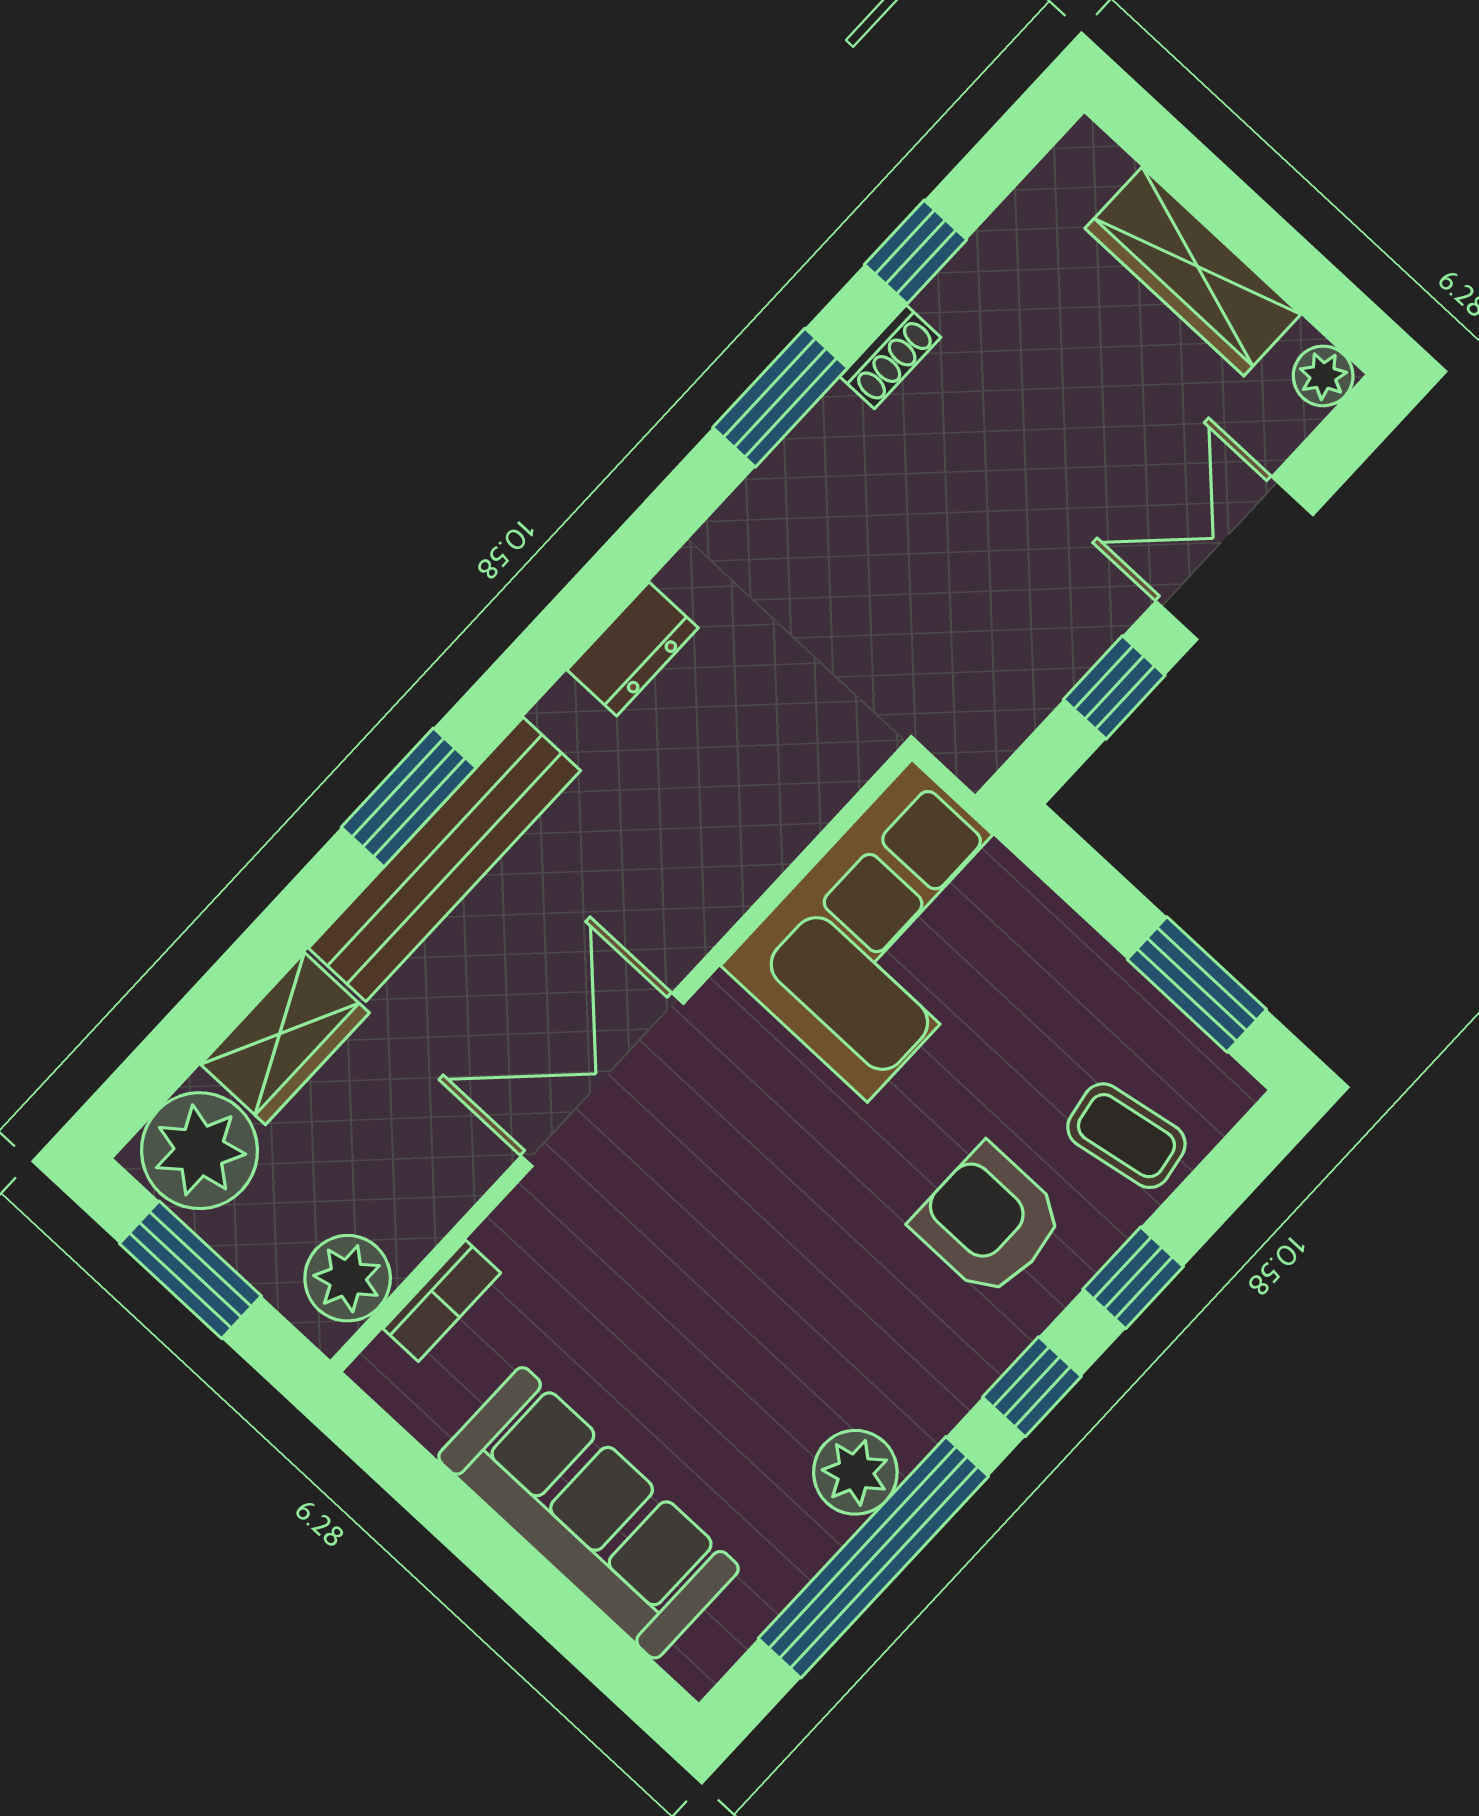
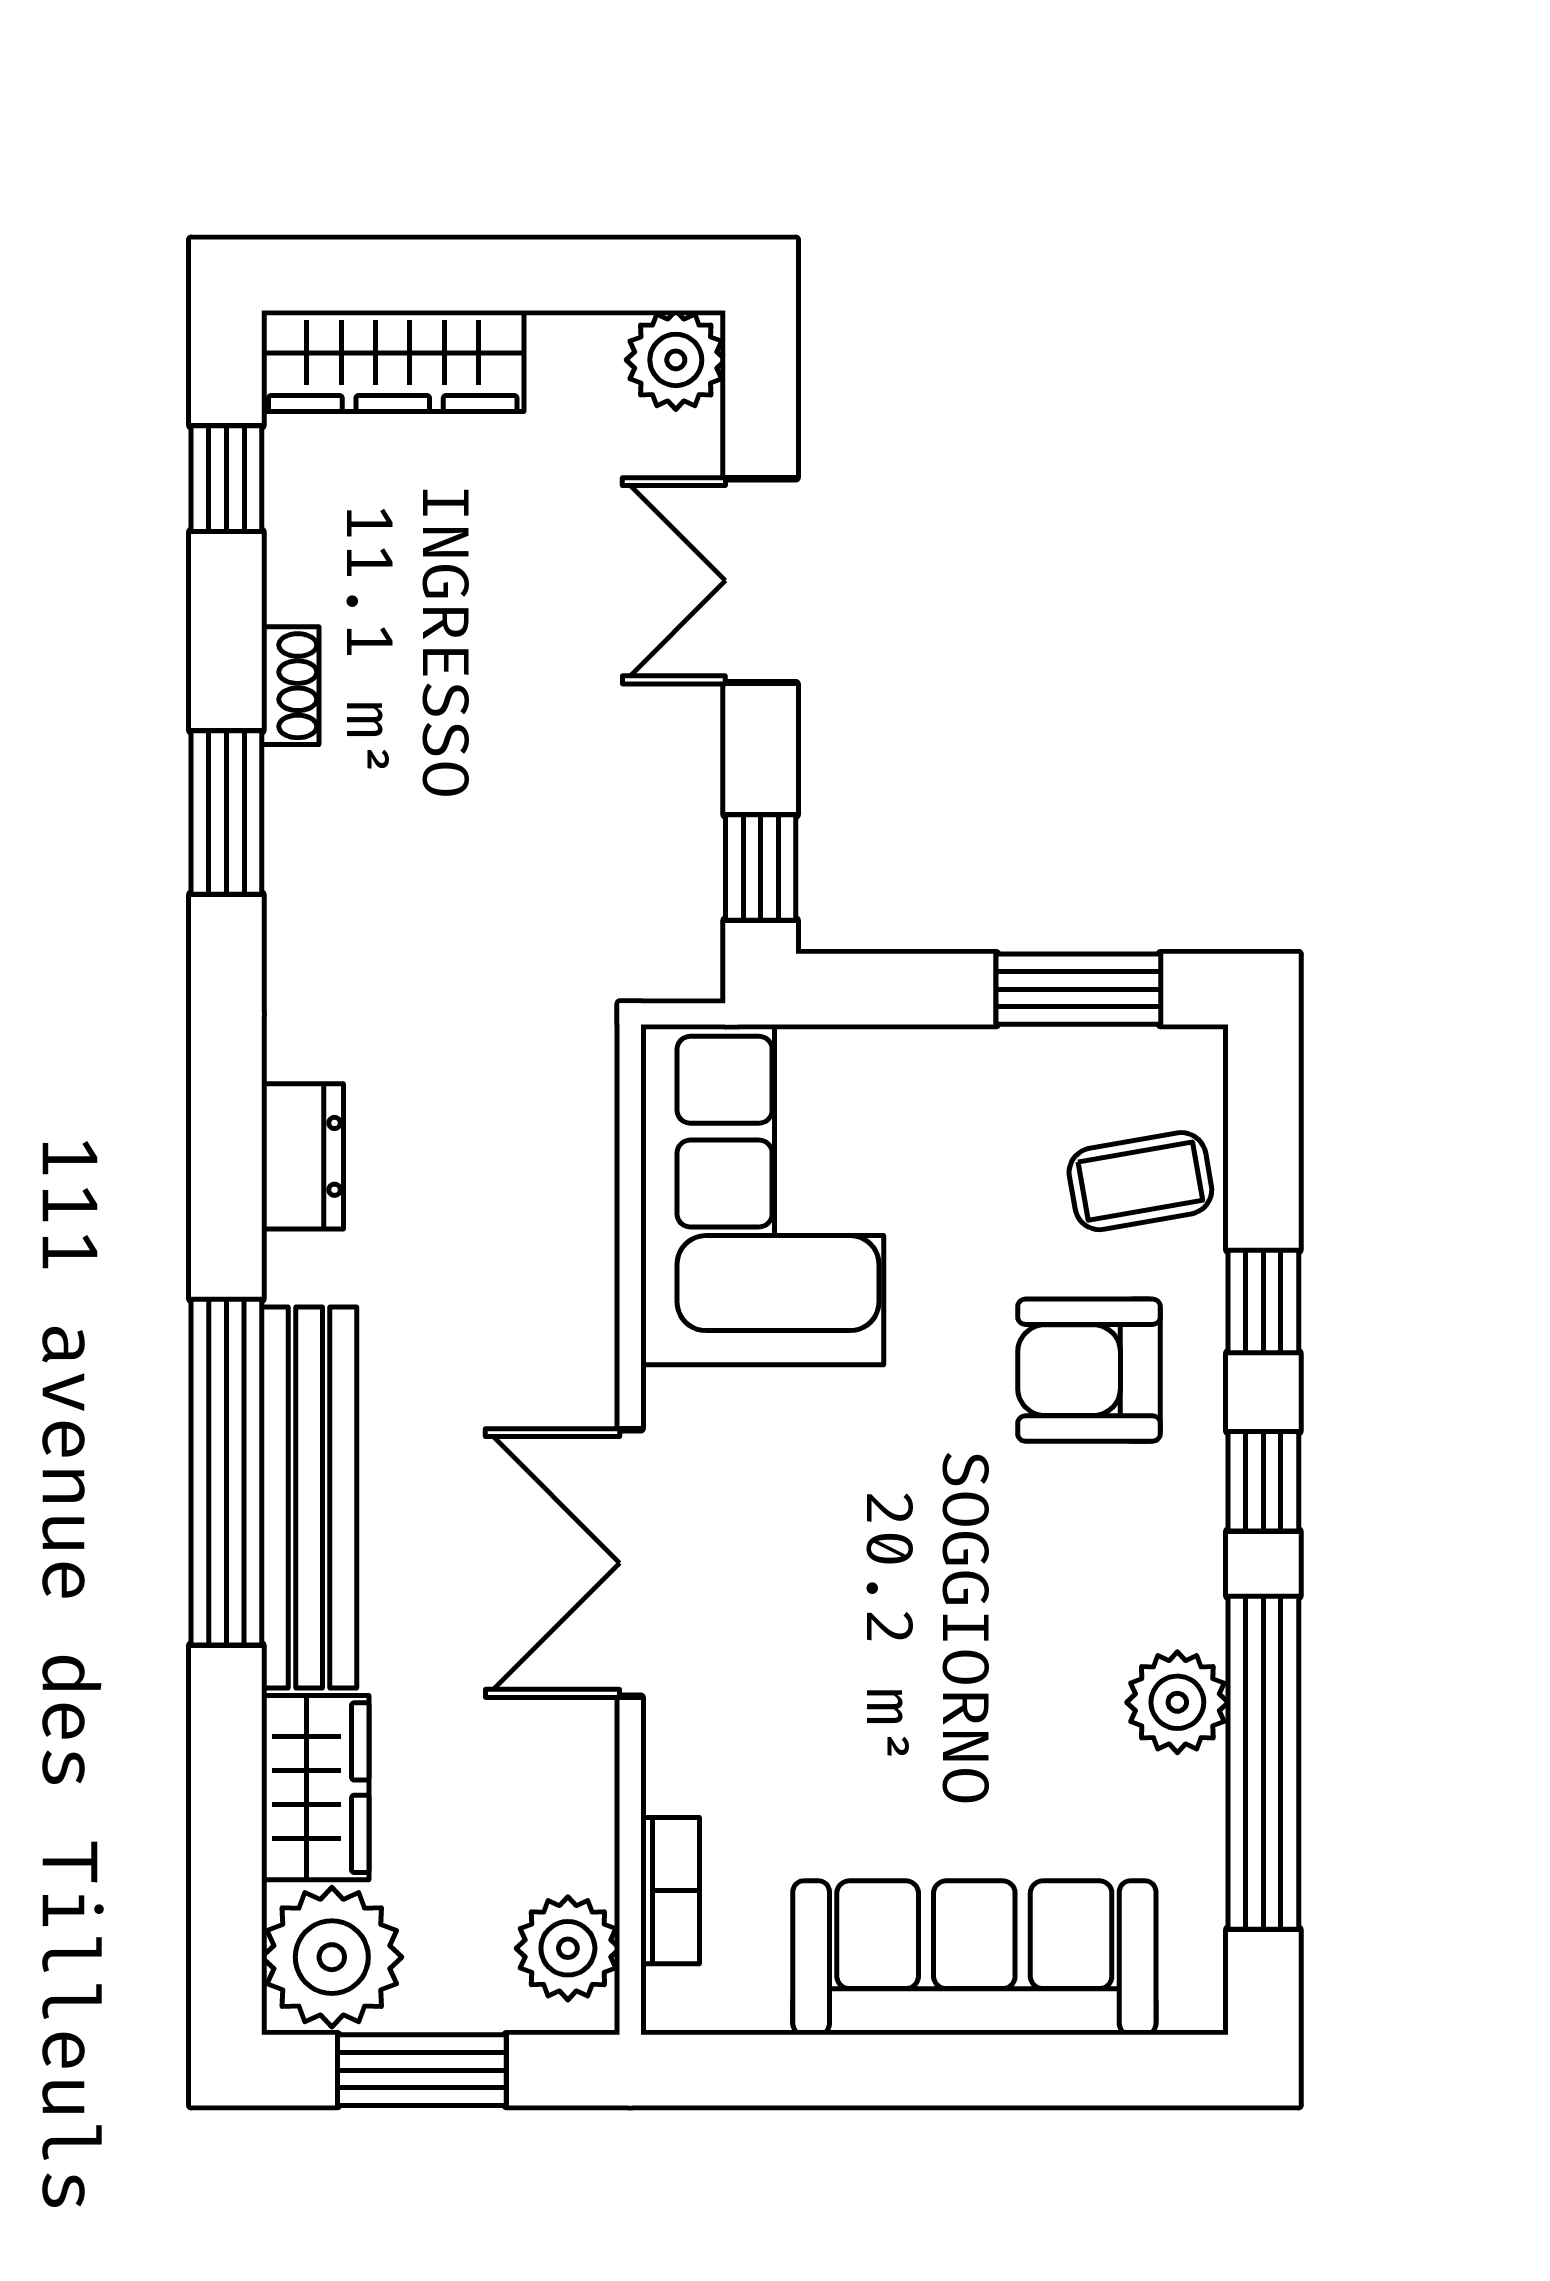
window: (916, 252) -> (226, 479), moved
wardrobe: (1193, 271) -> (393, 361), moved
plant: (1323, 376) -> (676, 360), width x1.38, depth x1.38
window: (1114, 687) -> (761, 867), moved
window: (409, 797) -> (226, 1472), width x2.11

